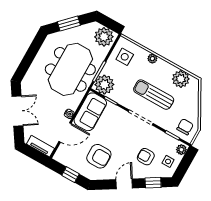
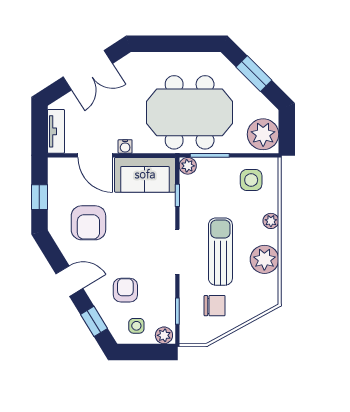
plant: (181, 79) -> (264, 259), moved
plant: (104, 85) -> (188, 166), width x0.53, depth x0.53
chair: (185, 127) -> (215, 306), moved

